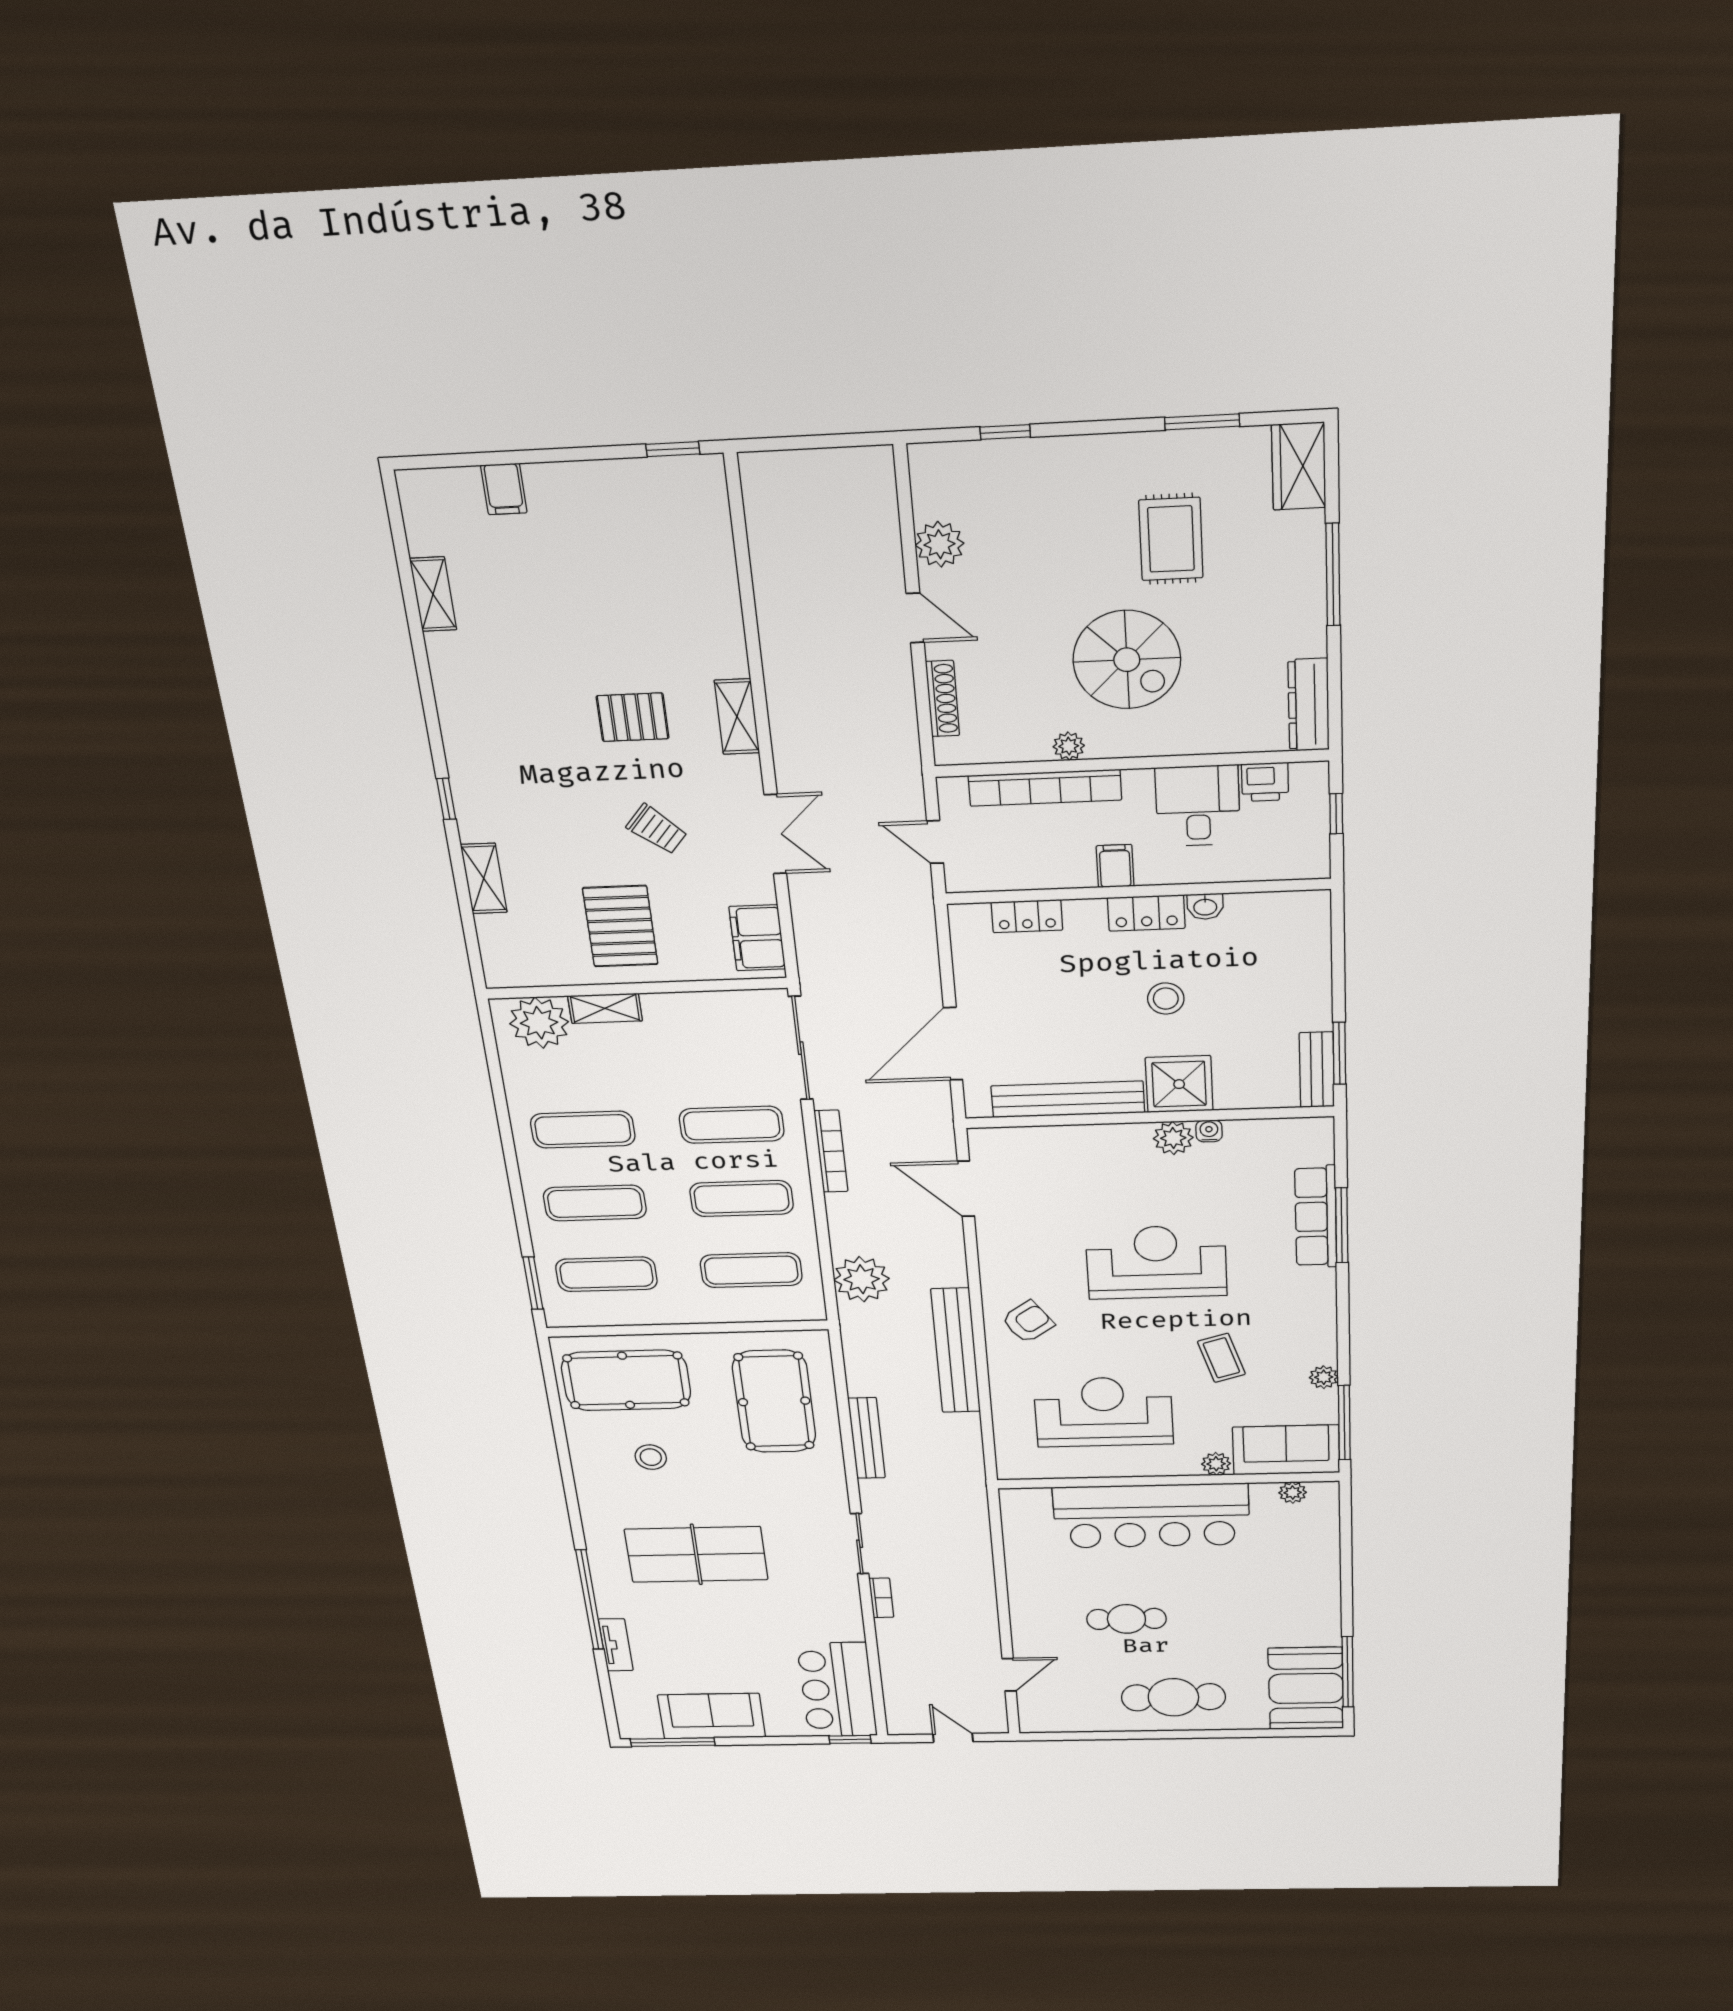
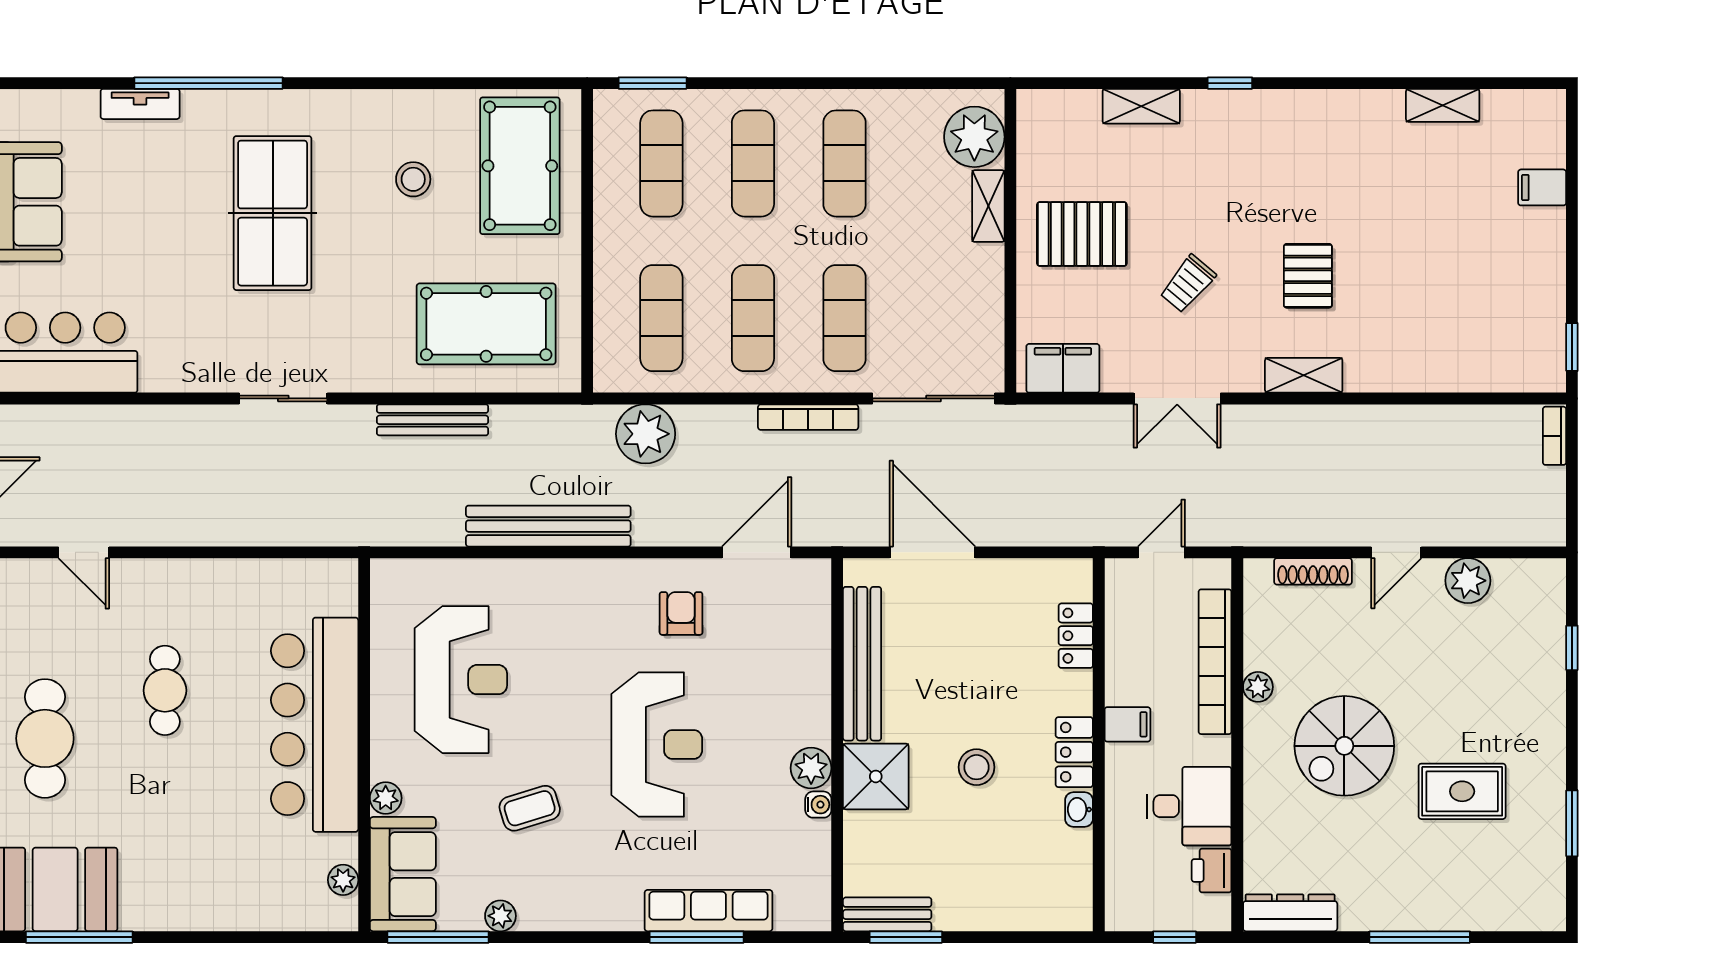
wardrobe: (1299, 466) -> (1526, 908), removed
armchair: (1028, 1322) -> (681, 613), moved, turned -145
bookcase: (881, 1598) -> (1554, 436), moved, turned 90

